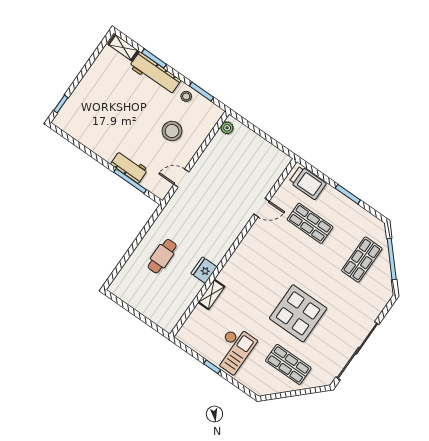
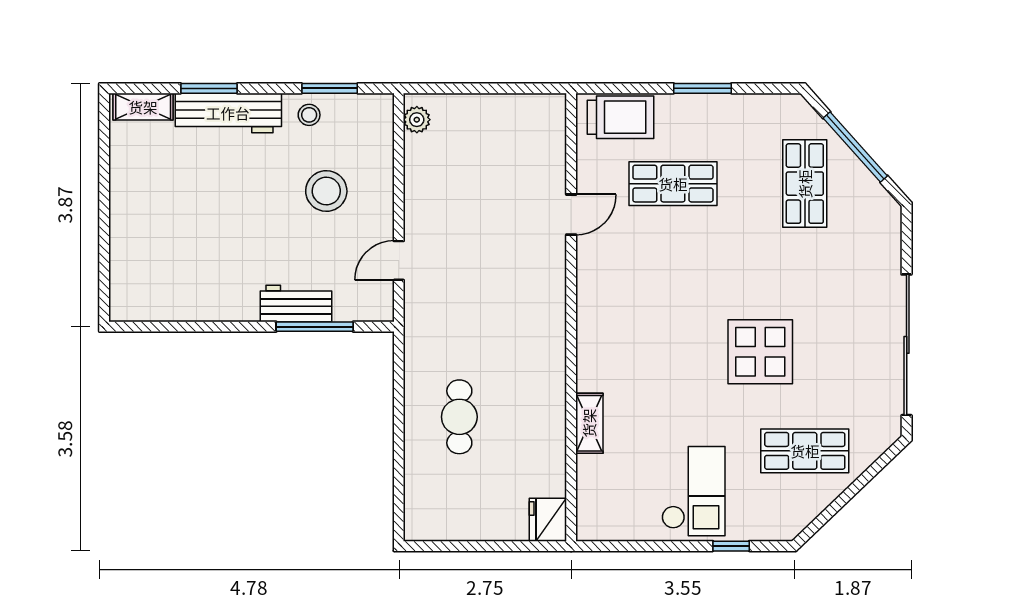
window: (61, 104) -> (104, 278), removed
fridge: (204, 270) -> (548, 520), moved
display table: (298, 313) -> (760, 352), width x0.73, depth x0.73
window: (212, 367) -> (731, 546), moved

